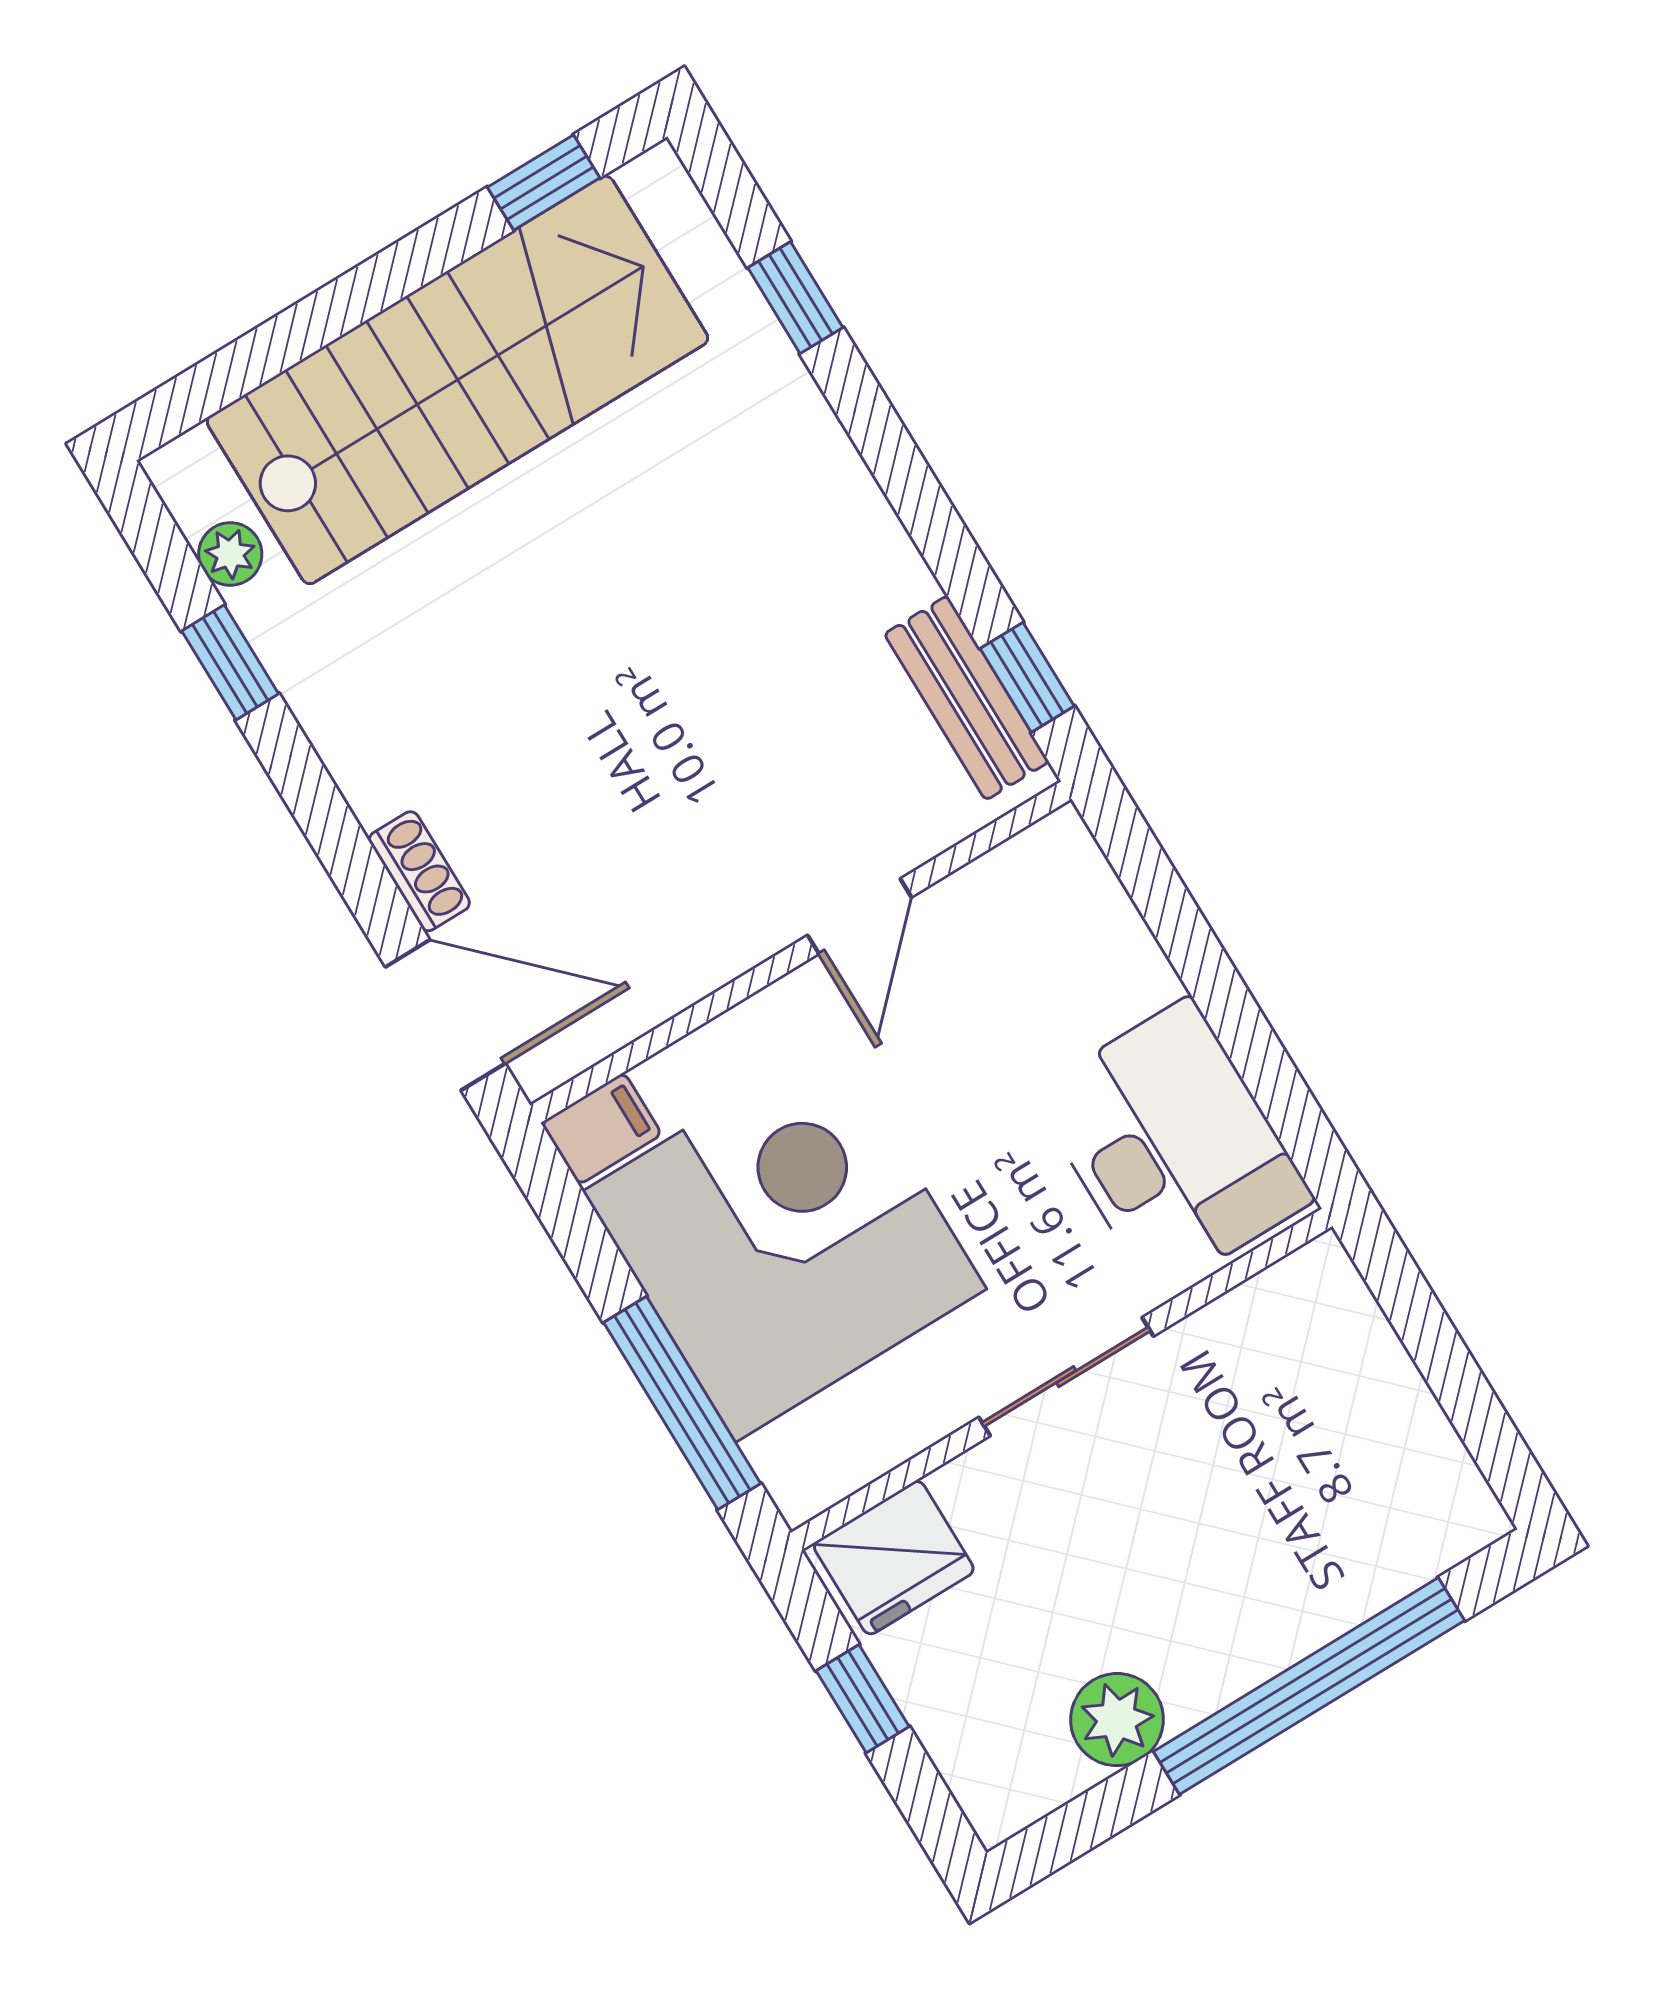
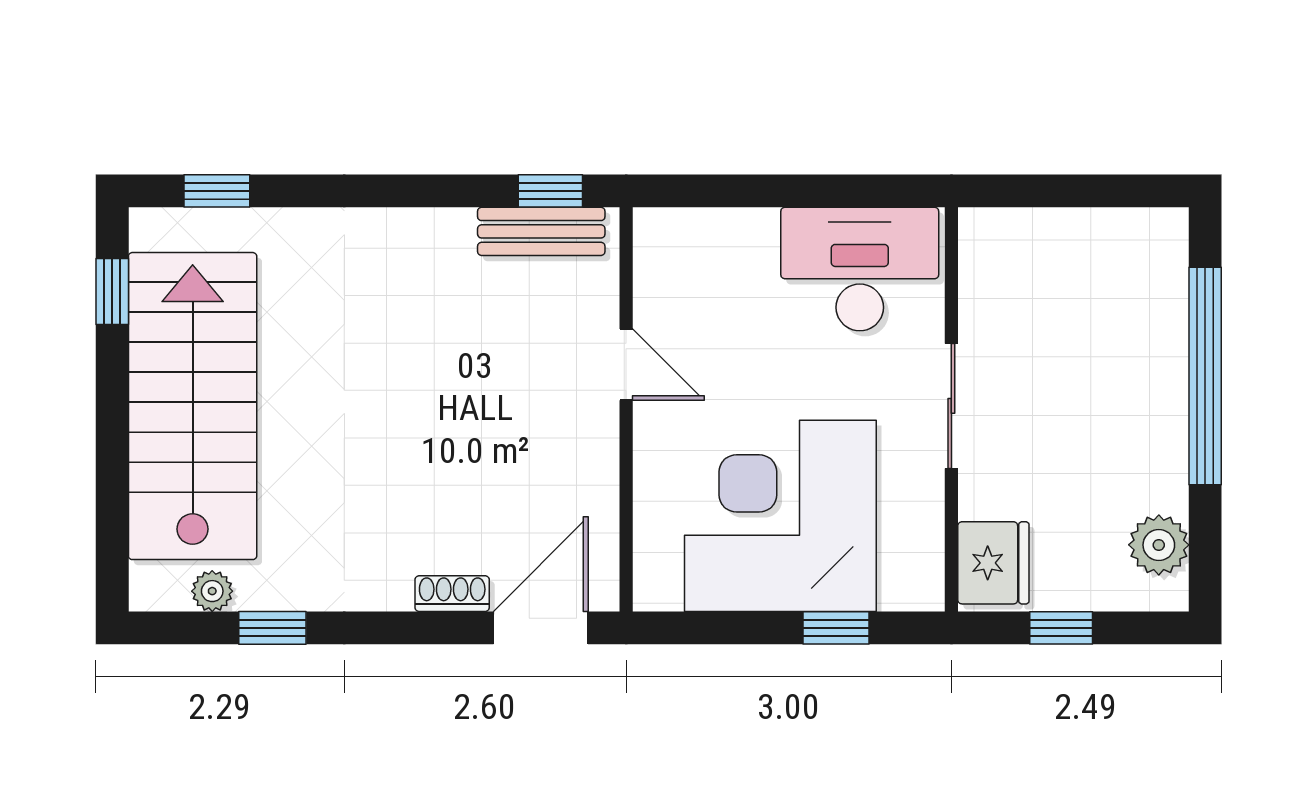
window: (795, 298) -> (217, 191), moved
filing cabinet: (601, 1129) -> (657, 580), removed
window: (682, 1403) -> (836, 628), width x0.46
plant: (1117, 1720) -> (1159, 545), moved

